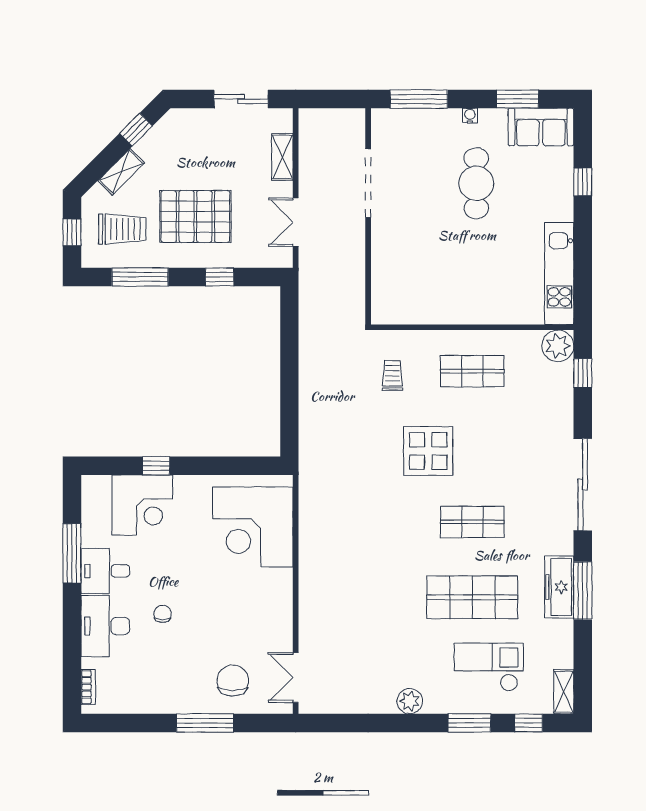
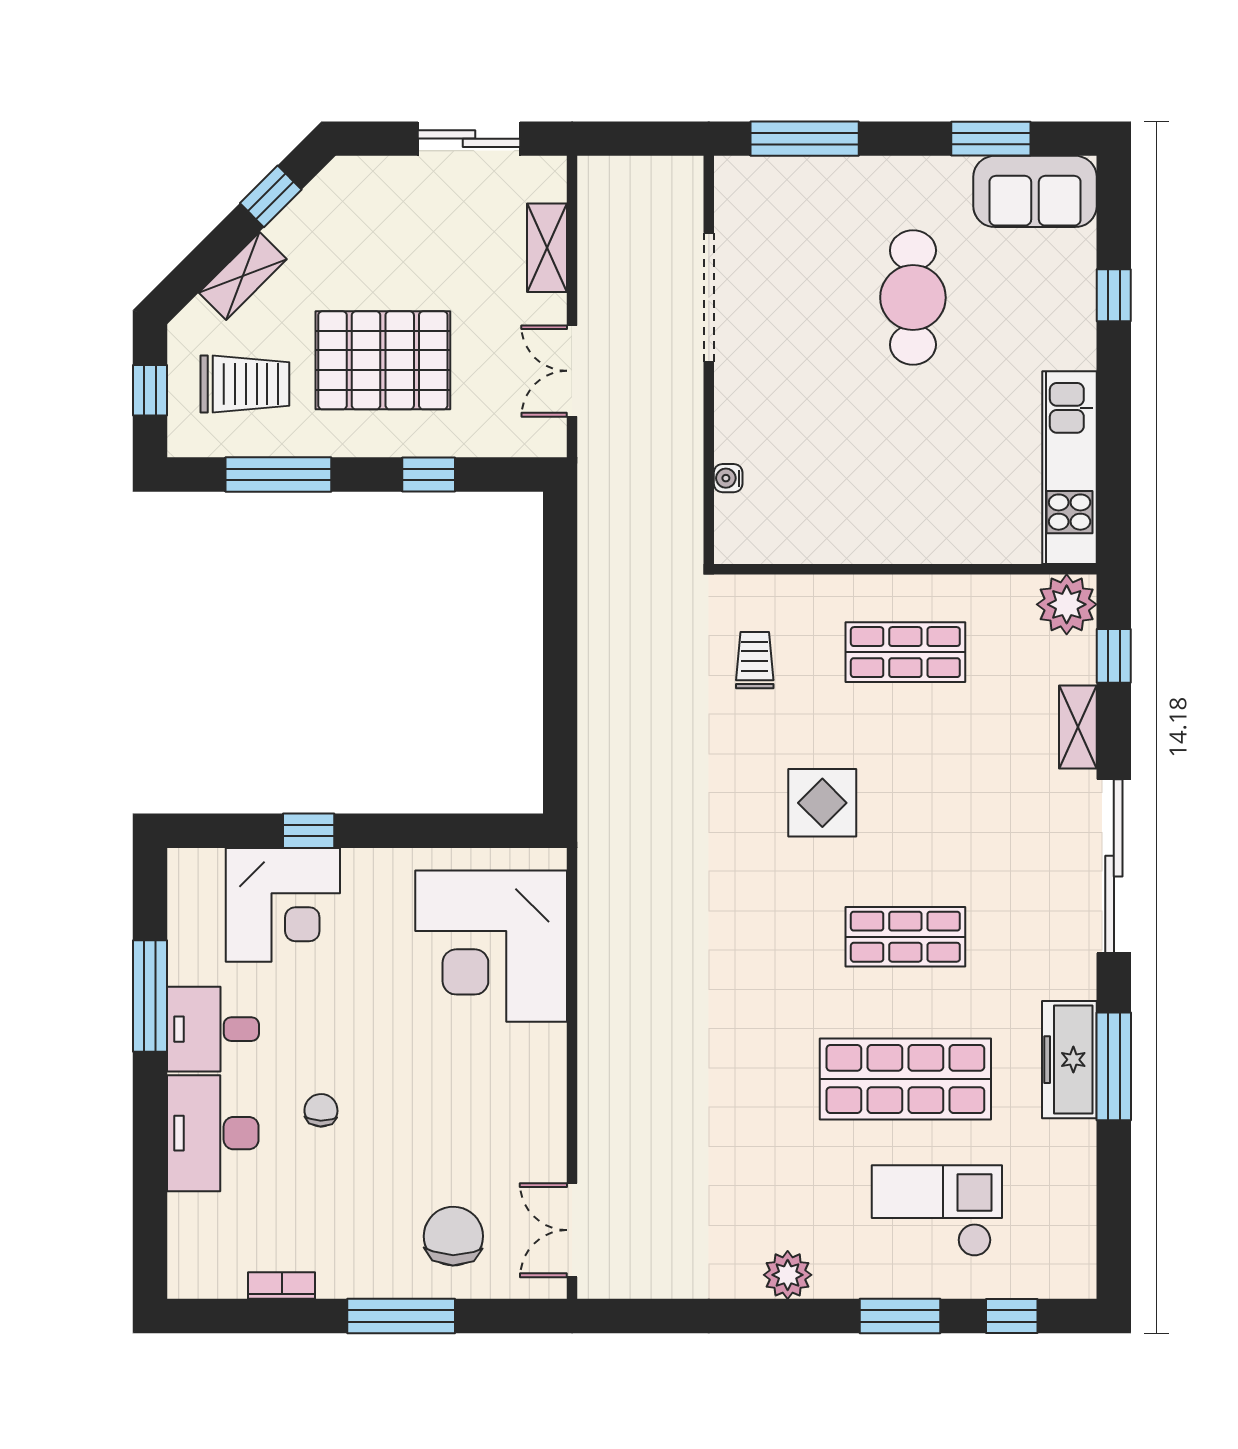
water cooler: (470, 116) -> (728, 478), moved, turned -90
display table: (428, 451) -> (822, 803), width x0.73, depth x0.73
bookcase: (88, 687) -> (282, 1286), moved, turned -90
shelving: (564, 692) -> (1078, 727), moved

